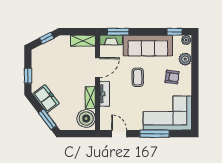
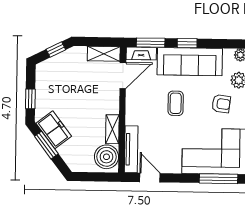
window: (174, 32) -> (187, 43), moved
door: (97, 68) -> (123, 76), moved
tv unit: (105, 94) -> (131, 149), moved, width x1.41
window: (47, 119) -> (46, 145), moved
window: (154, 134) -> (219, 179), moved

